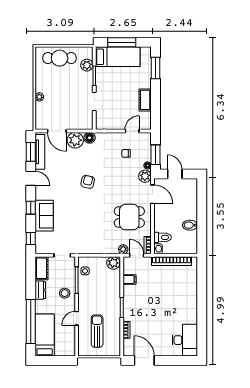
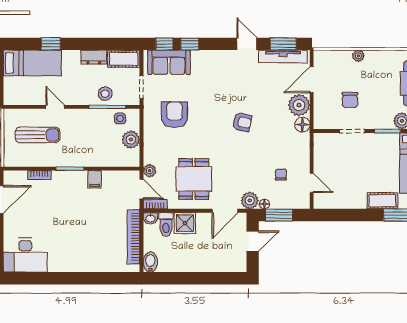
cot: (145, 100) -> (382, 201), moved
chair: (71, 103) -> (350, 100), added
door: (31, 178) -> (247, 44), swing flipped
window: (31, 208) -> (190, 44), moved
sofa: (44, 216) -> (169, 62), moved
shower: (162, 223) -> (185, 223), added
bidet: (190, 225) -> (150, 262), moved
armchair: (82, 231) -> (175, 115), added
door: (137, 255) -> (142, 189), hinge flipped
plant: (113, 263) -> (131, 140), moved
filing cabinet: (129, 280) -> (95, 179), moved
stool: (65, 293) -> (105, 94), moved
window: (31, 321) -> (51, 44), width x0.32

